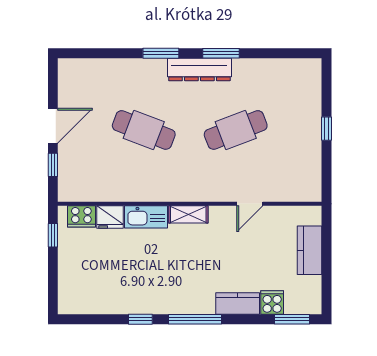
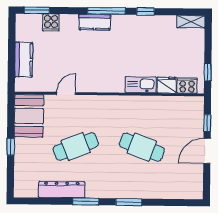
dresser: (199, 70) -> (62, 190), moved
booth: (302, 172) -> (29, 116), added
shelving: (188, 214) -> (191, 22), moved
kitchen counter: (238, 303) -> (95, 22), moved

